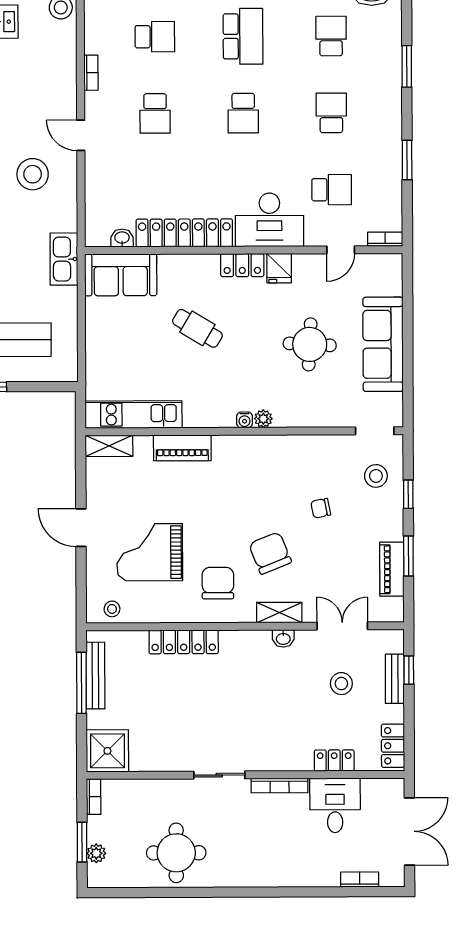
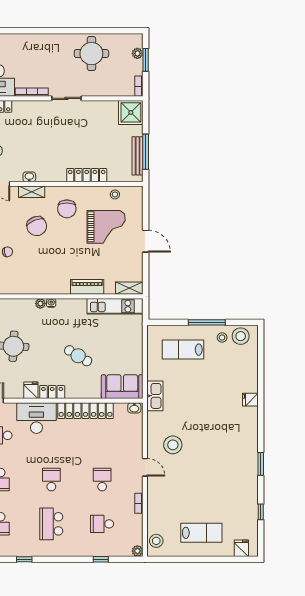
washbasin: (122, 238) -> (134, 408), moved
stool: (112, 609) -> (115, 194), moved

